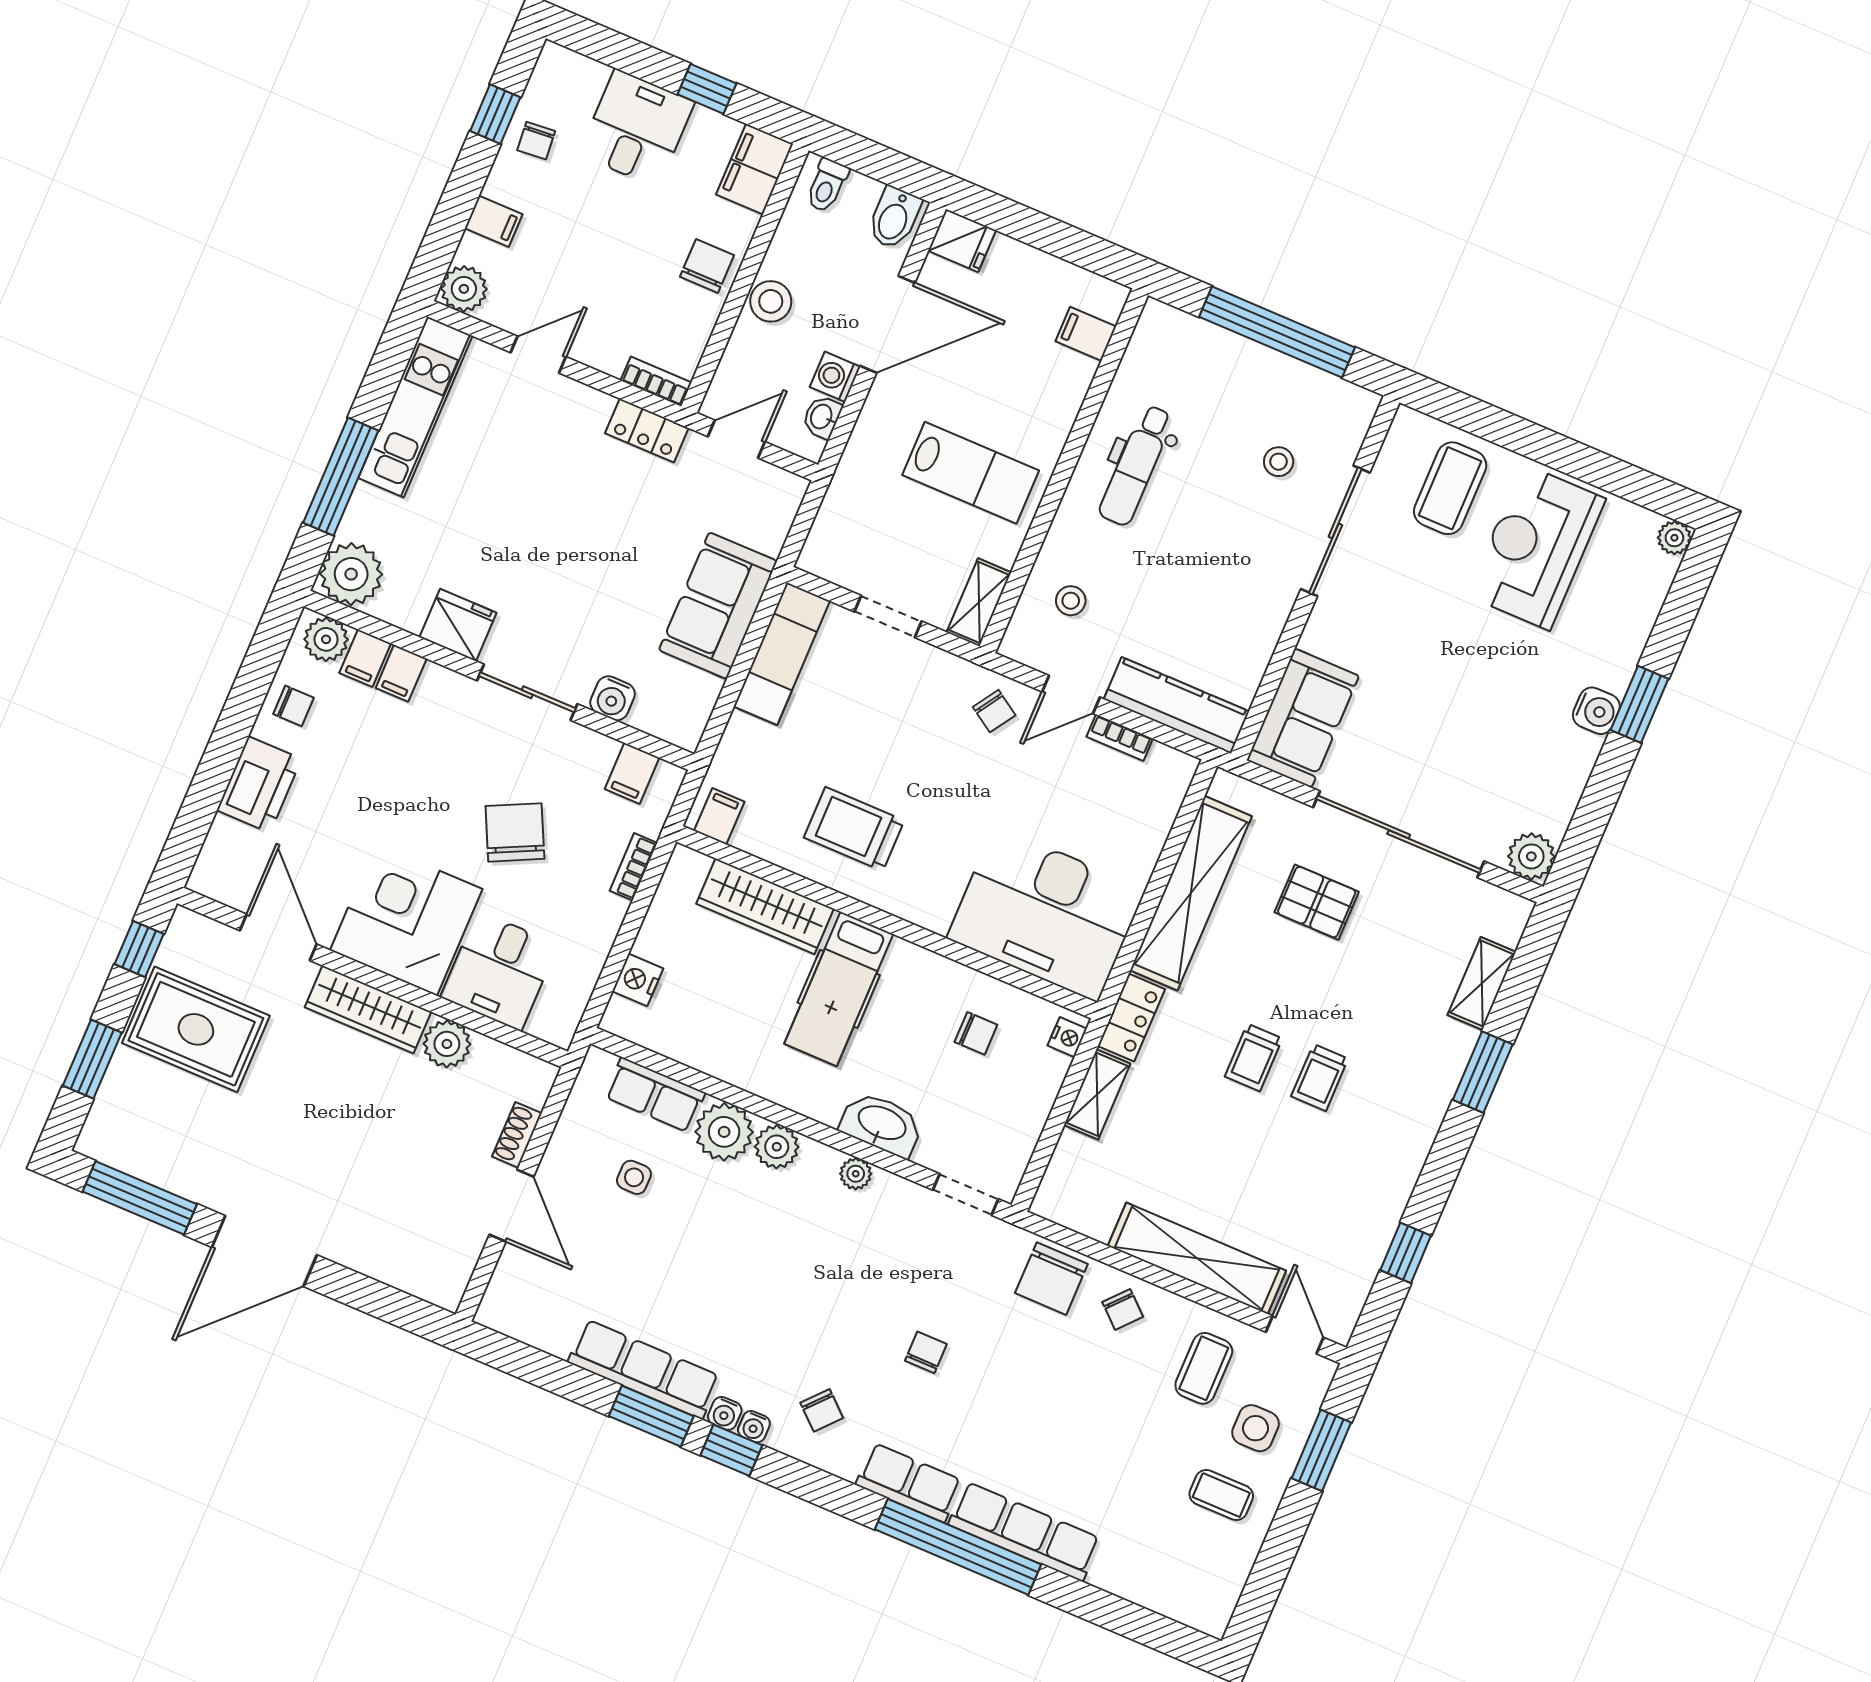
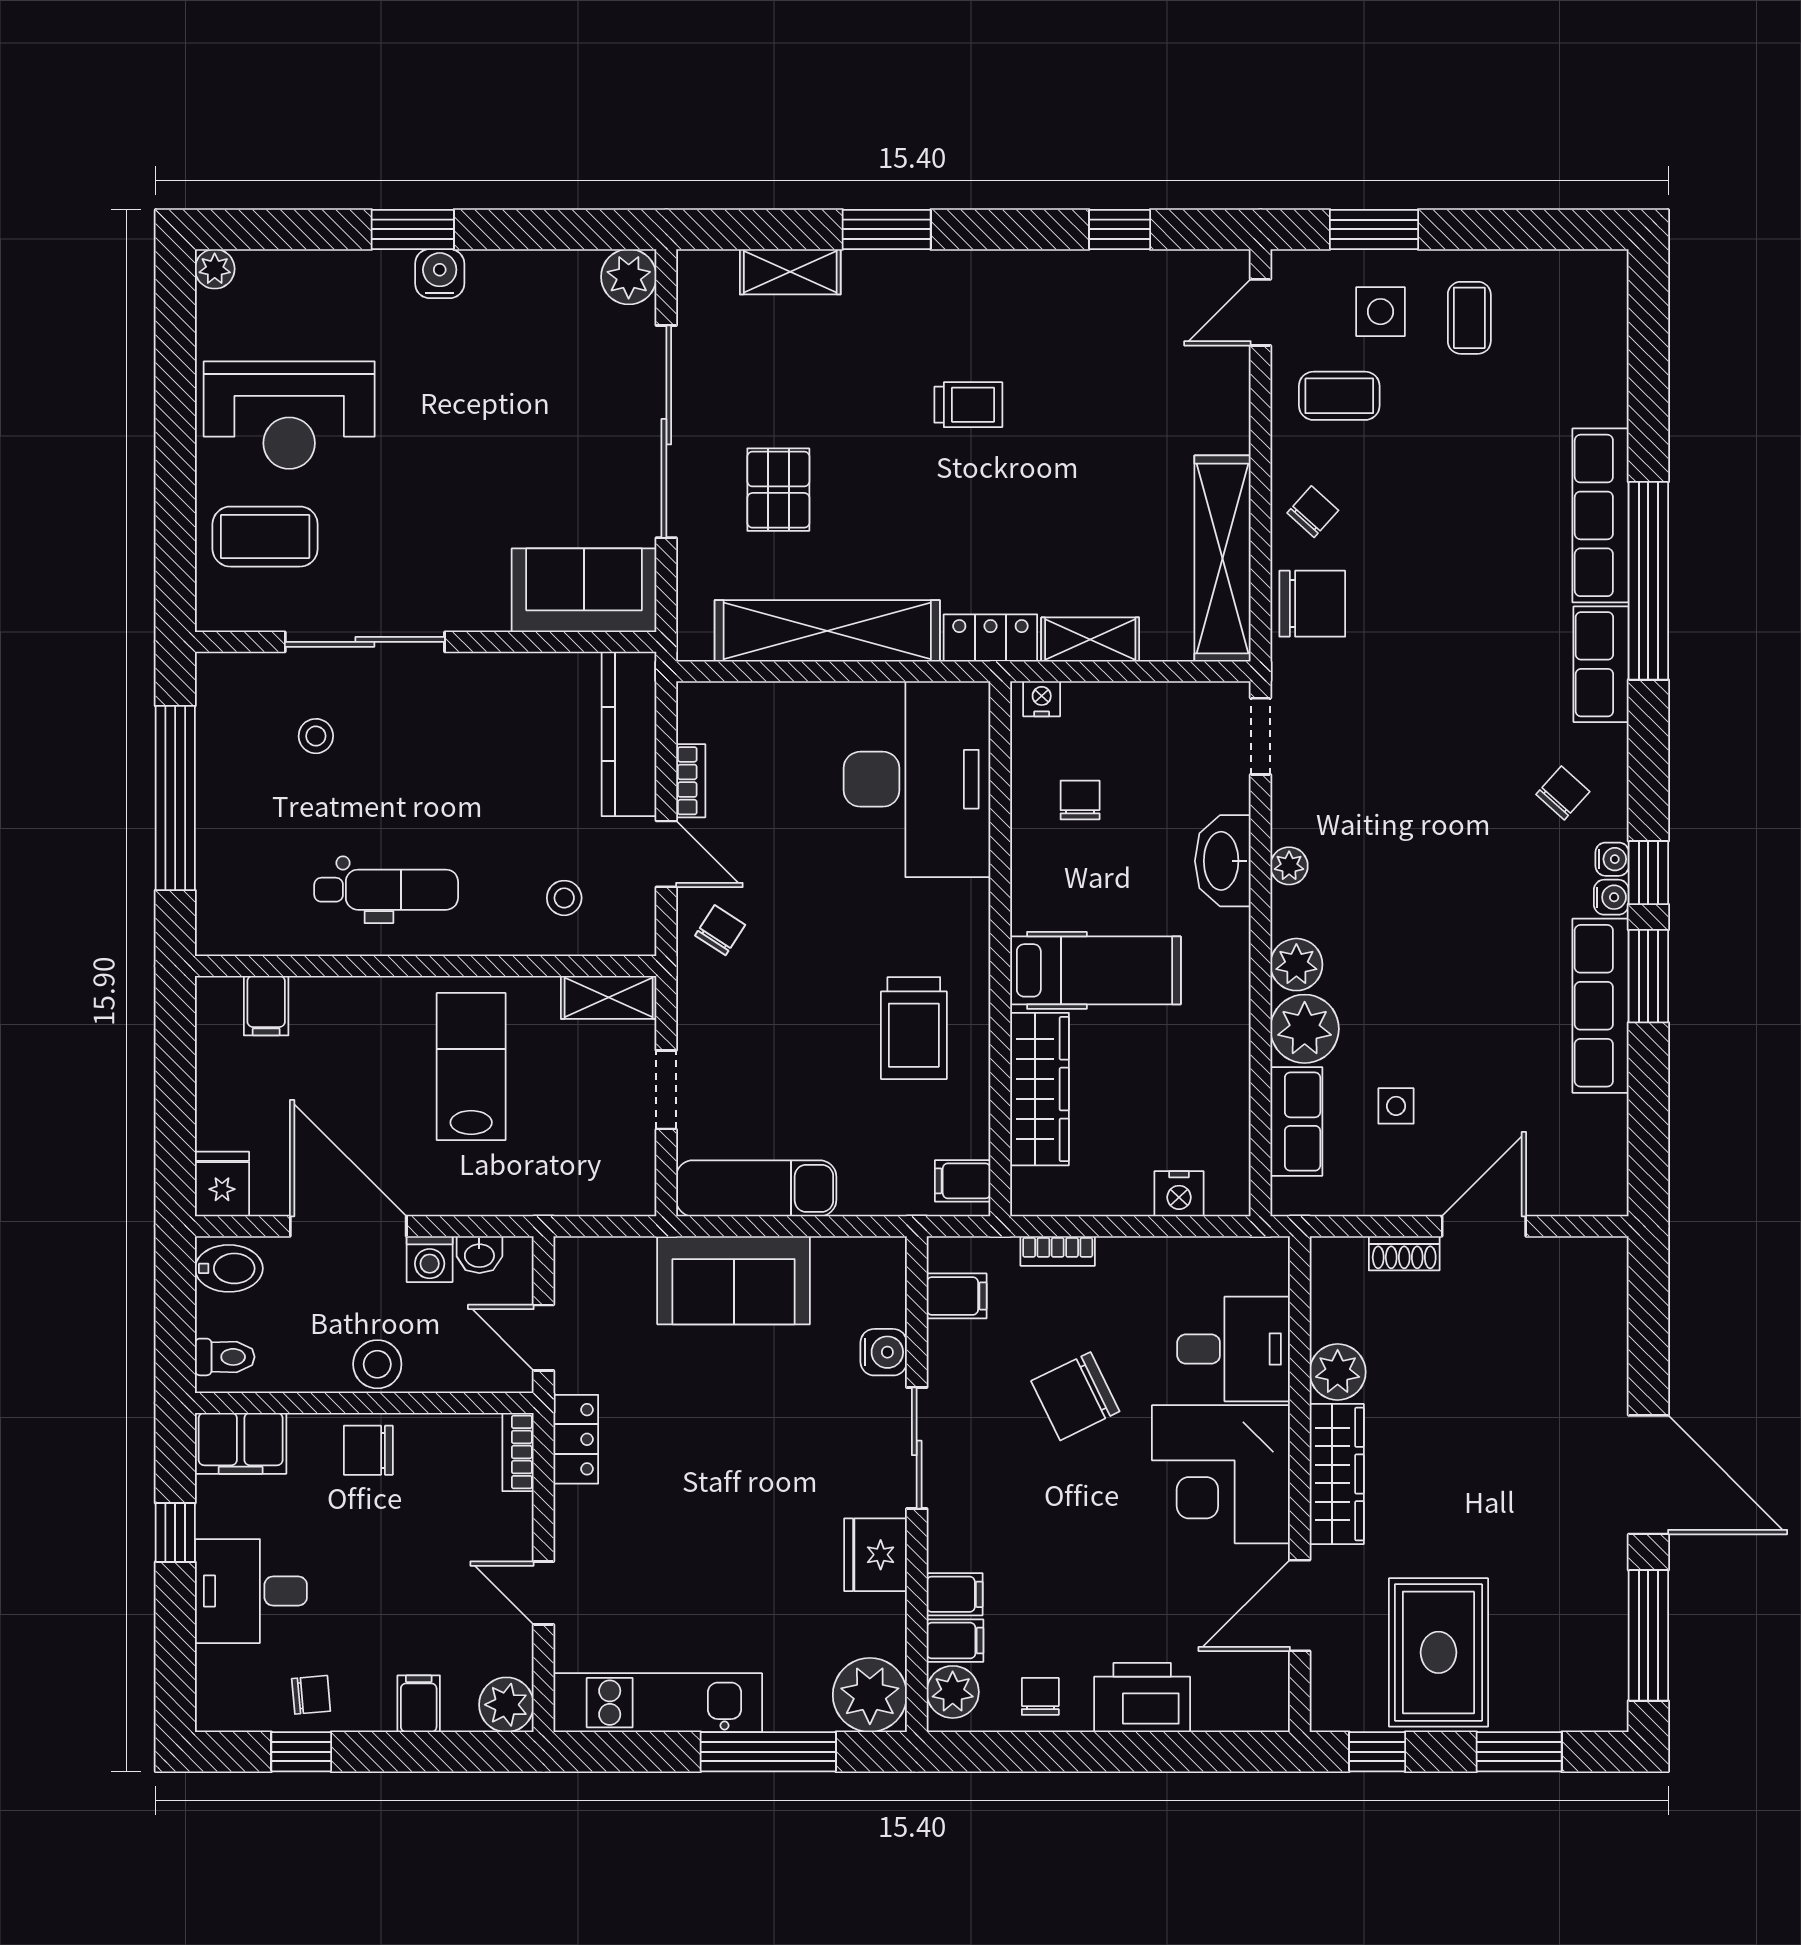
trolley: (1254, 1058) -> (977, 486), removed
shelving: (1197, 1258) -> (1223, 558), moved
chair: (926, 1352) -> (1451, 706), removed

